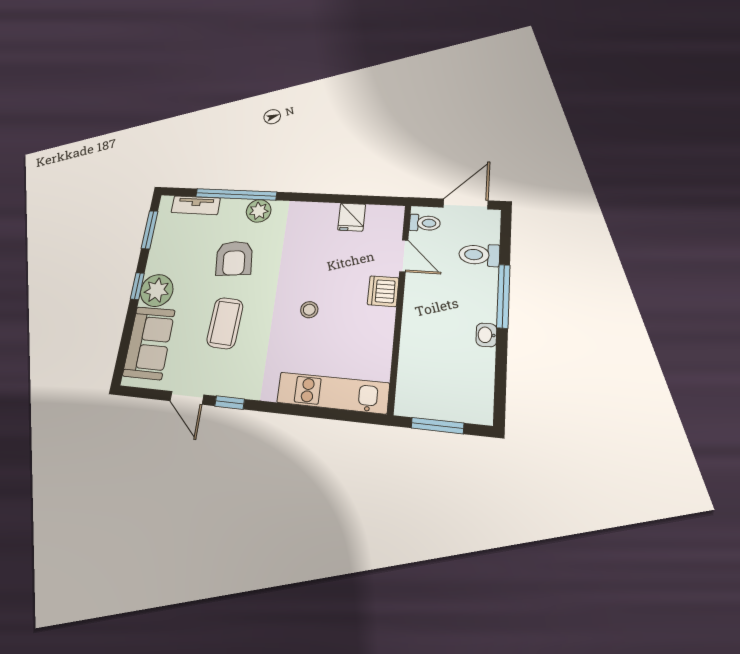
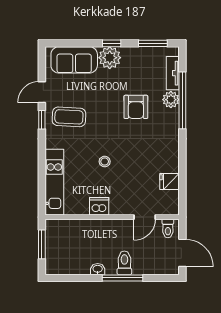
plant: (259, 211) -> (171, 100), moved
toilet: (479, 255) -> (124, 263), moved
armchair: (234, 258) -> (136, 107), turned -84
dishwasher: (383, 291) -> (99, 206), moved
coffee table: (225, 323) -> (69, 117), moved

